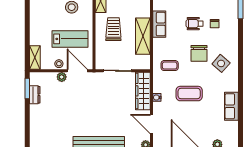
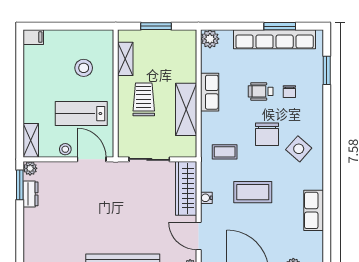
lab bench: (70, 39) -> (81, 114), turned 180
plant: (62, 77) -> (30, 168), moved

